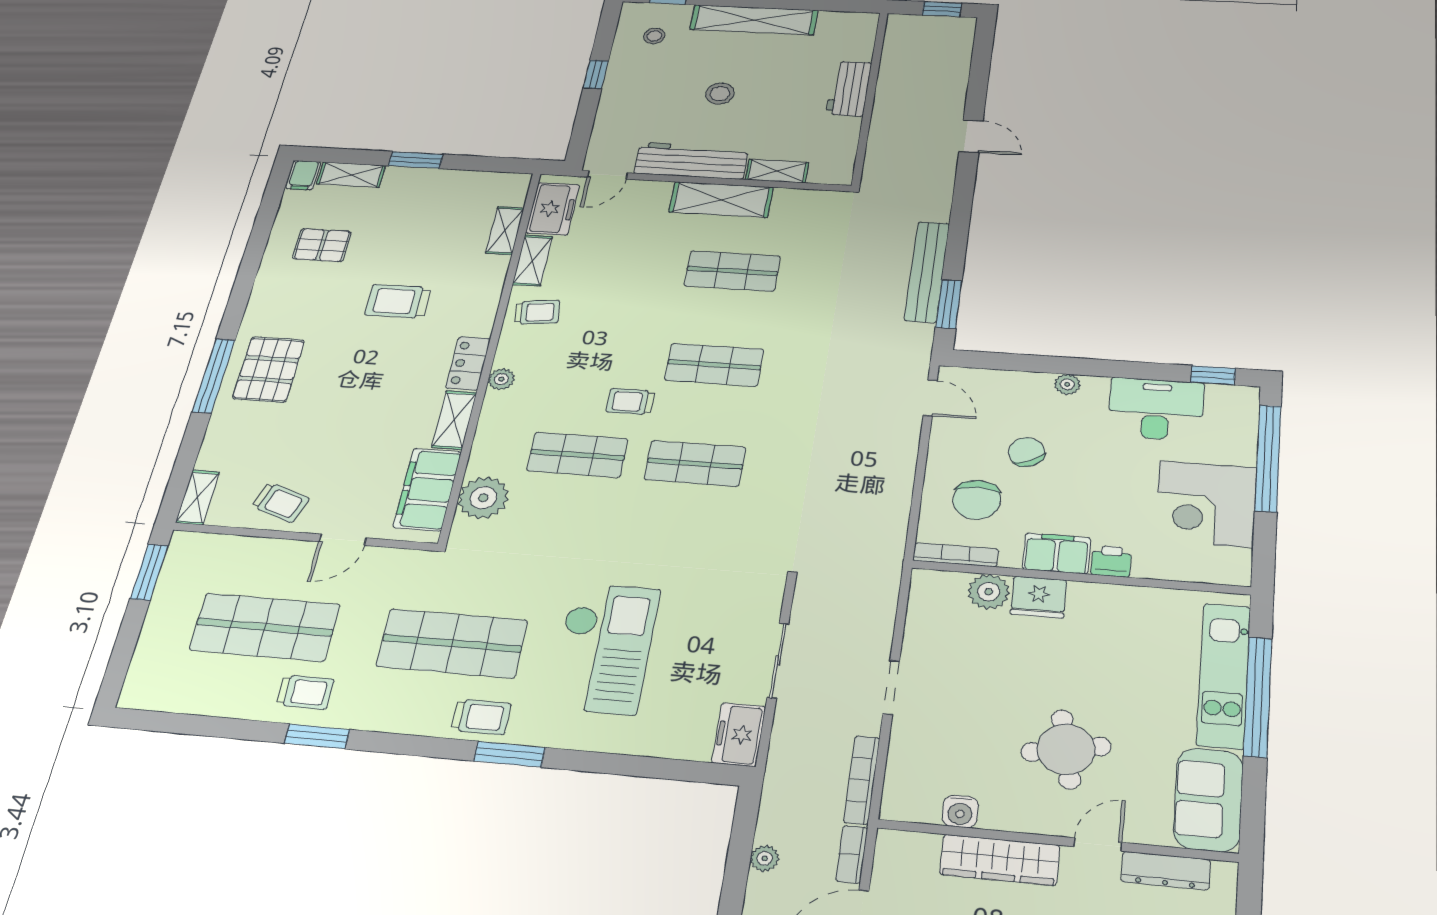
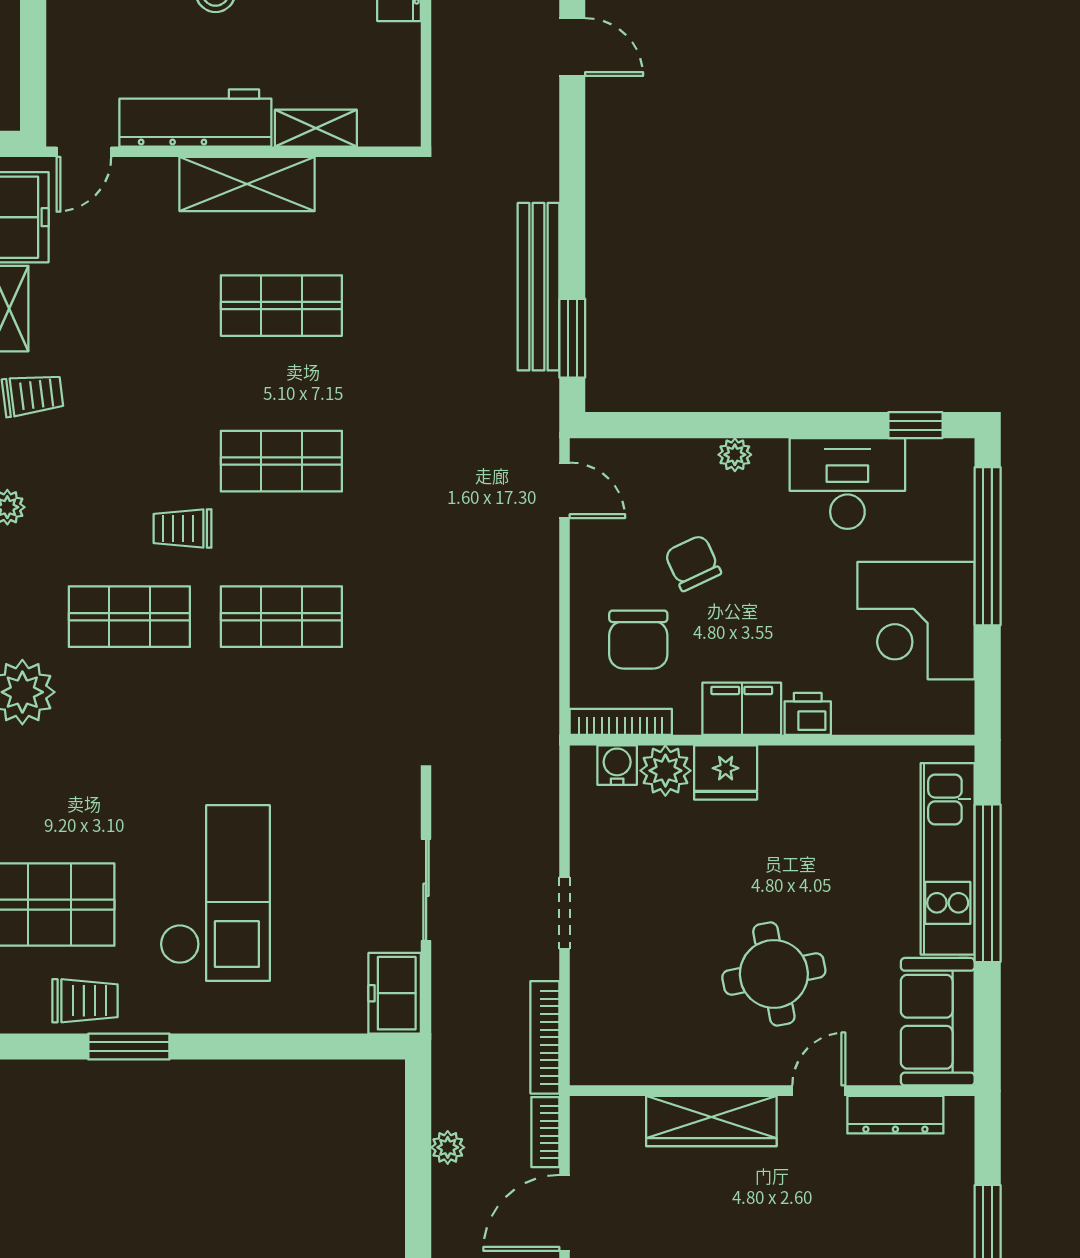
water cooler: (960, 811) -> (617, 765), moved, turned 180

